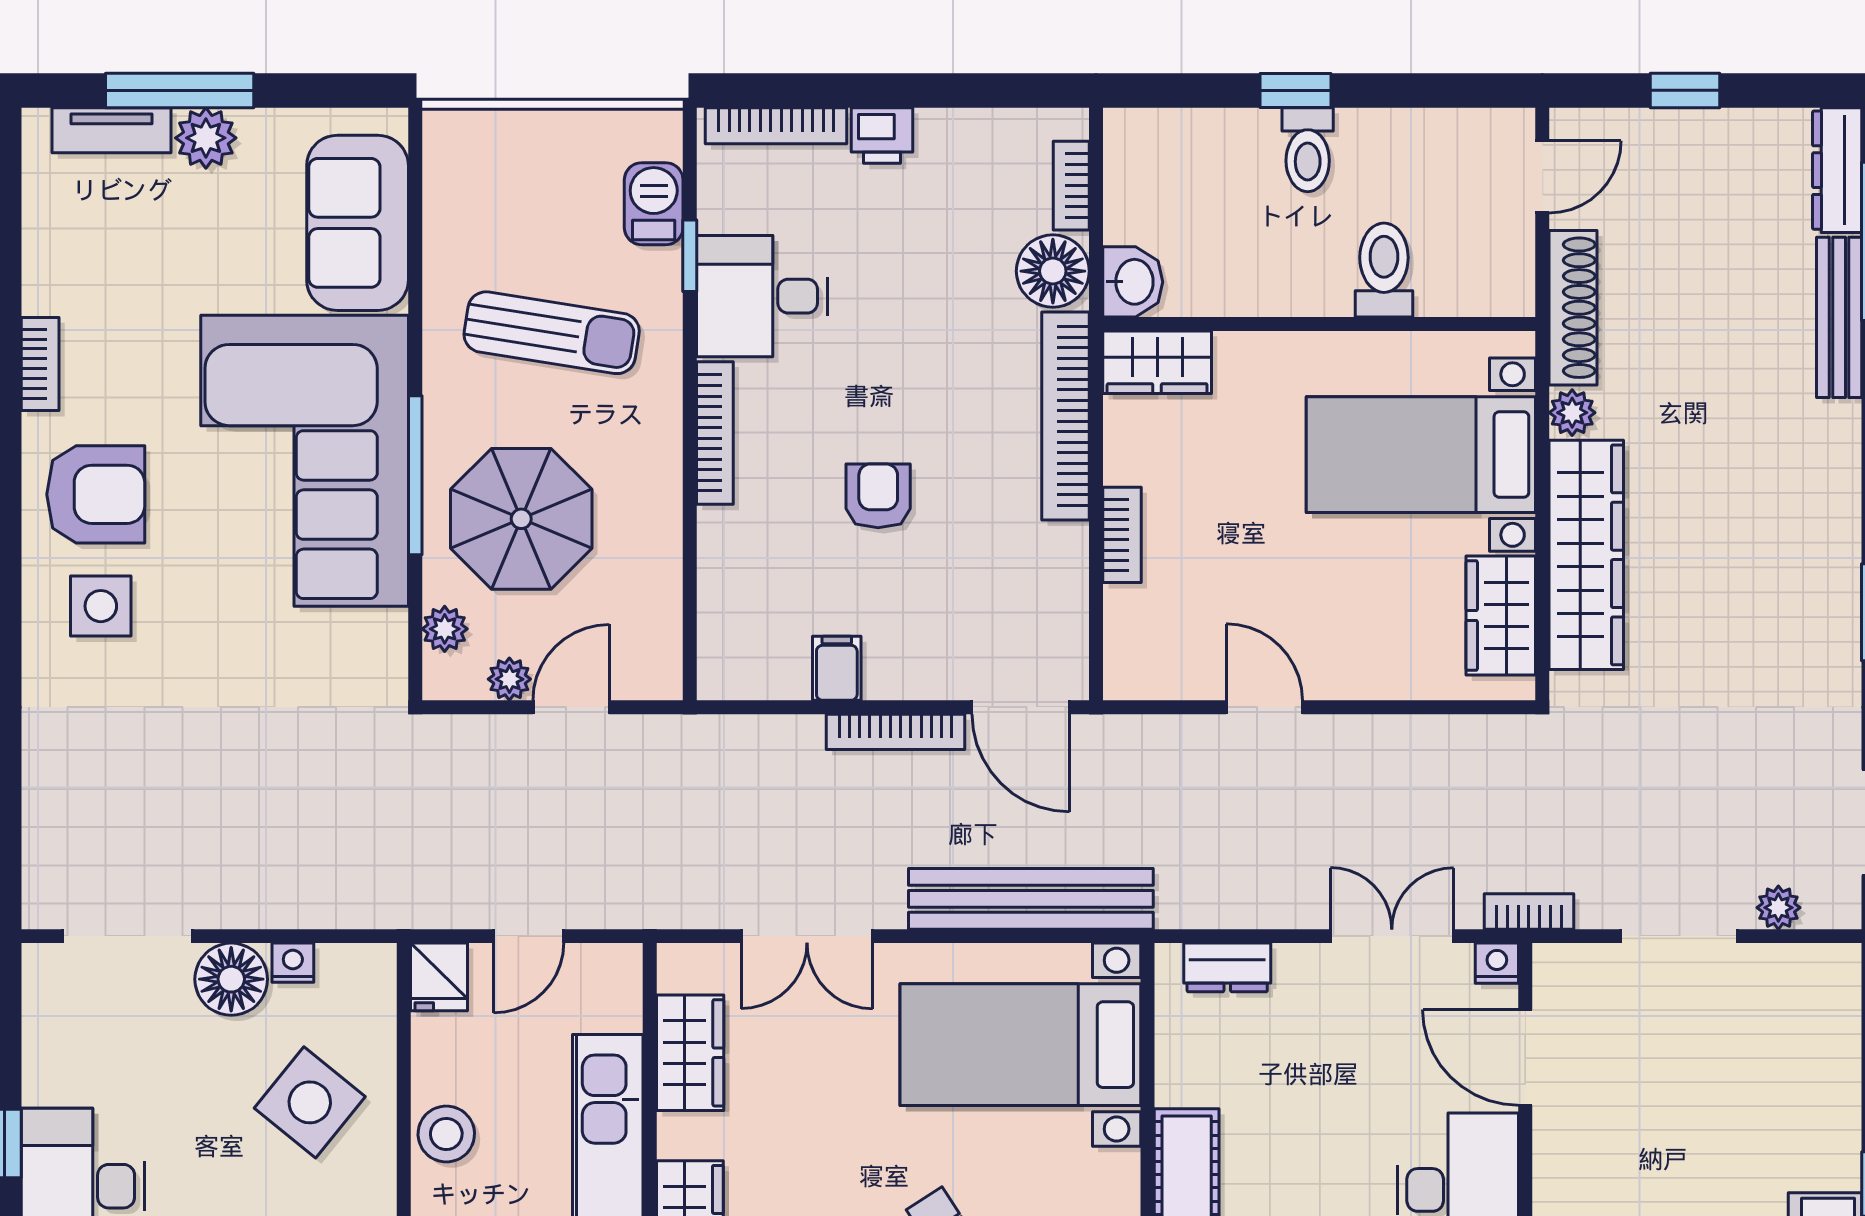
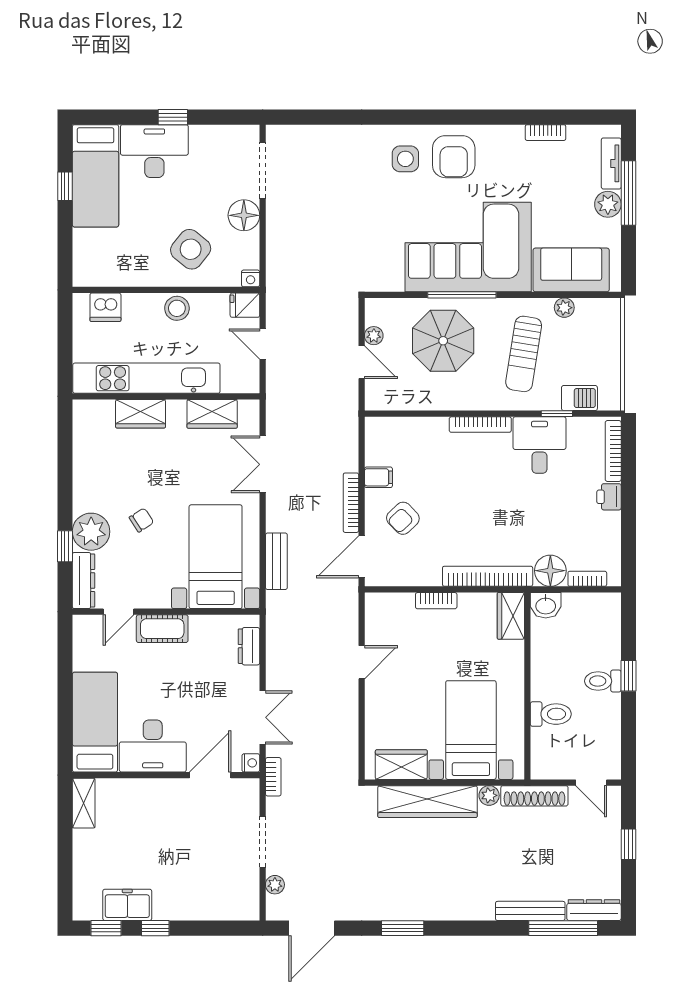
bookcase: (40, 364) -> (545, 133), moved
armchair: (878, 496) -> (403, 518), moved, turned 136
plant: (445, 629) -> (564, 308), moved
bench: (1031, 899) -> (276, 561), width x0.54, depth x0.82
nightstand: (293, 963) -> (251, 278), moved, turned 90

